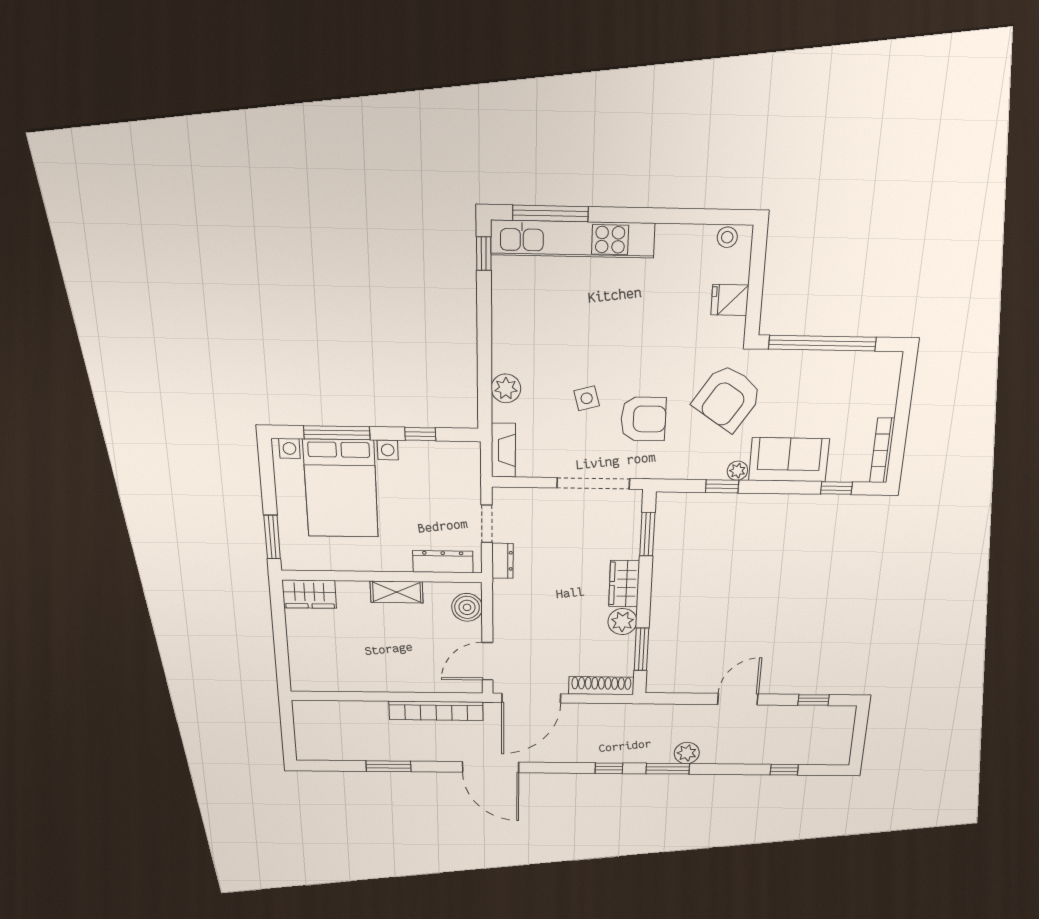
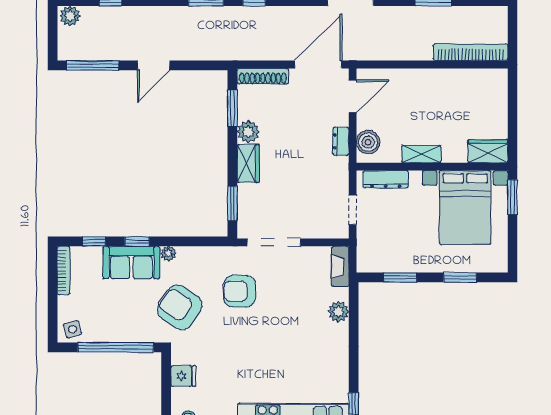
side table: (587, 398) -> (73, 329), moved
armchair: (728, 398) -> (180, 307), turned -90
window: (337, 433) -> (460, 277), width x0.69
window: (420, 434) -> (400, 277), width x1.50
window: (722, 486) -> (137, 241), moved
bed with nightstands: (341, 489) -> (465, 208), moved, turned 180
dresser: (502, 561) -> (341, 141), moved
window: (813, 700) -> (93, 65), width x2.17
bookcase: (436, 711) -> (471, 52), moved
plant: (687, 753) -> (70, 16), moved

